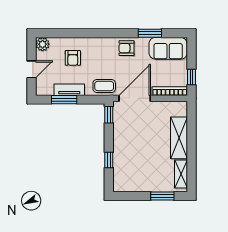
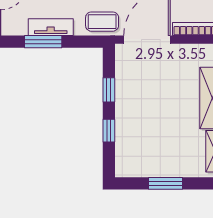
window: (109, 115) -> (109, 90), moved
window: (162, 196) -> (166, 183), moved

